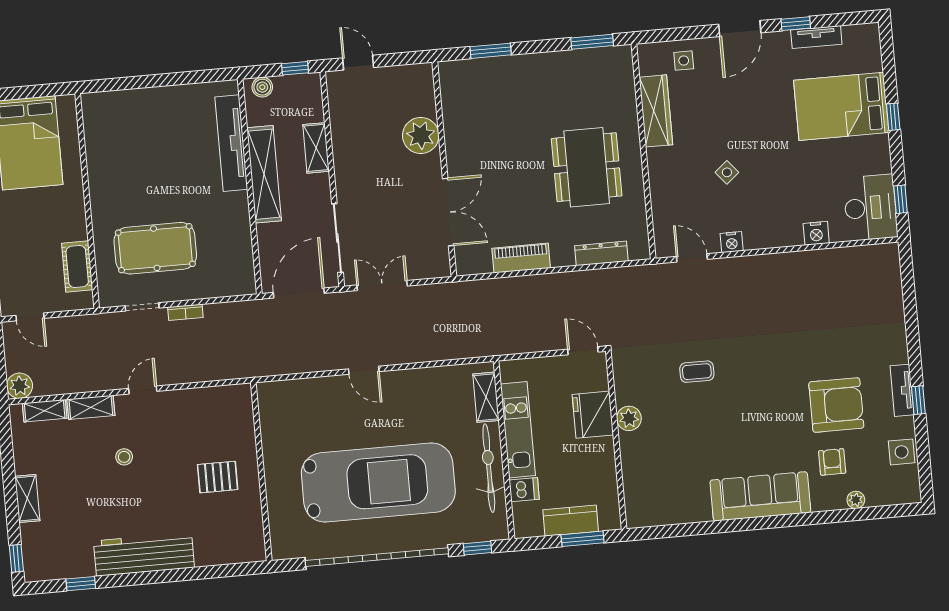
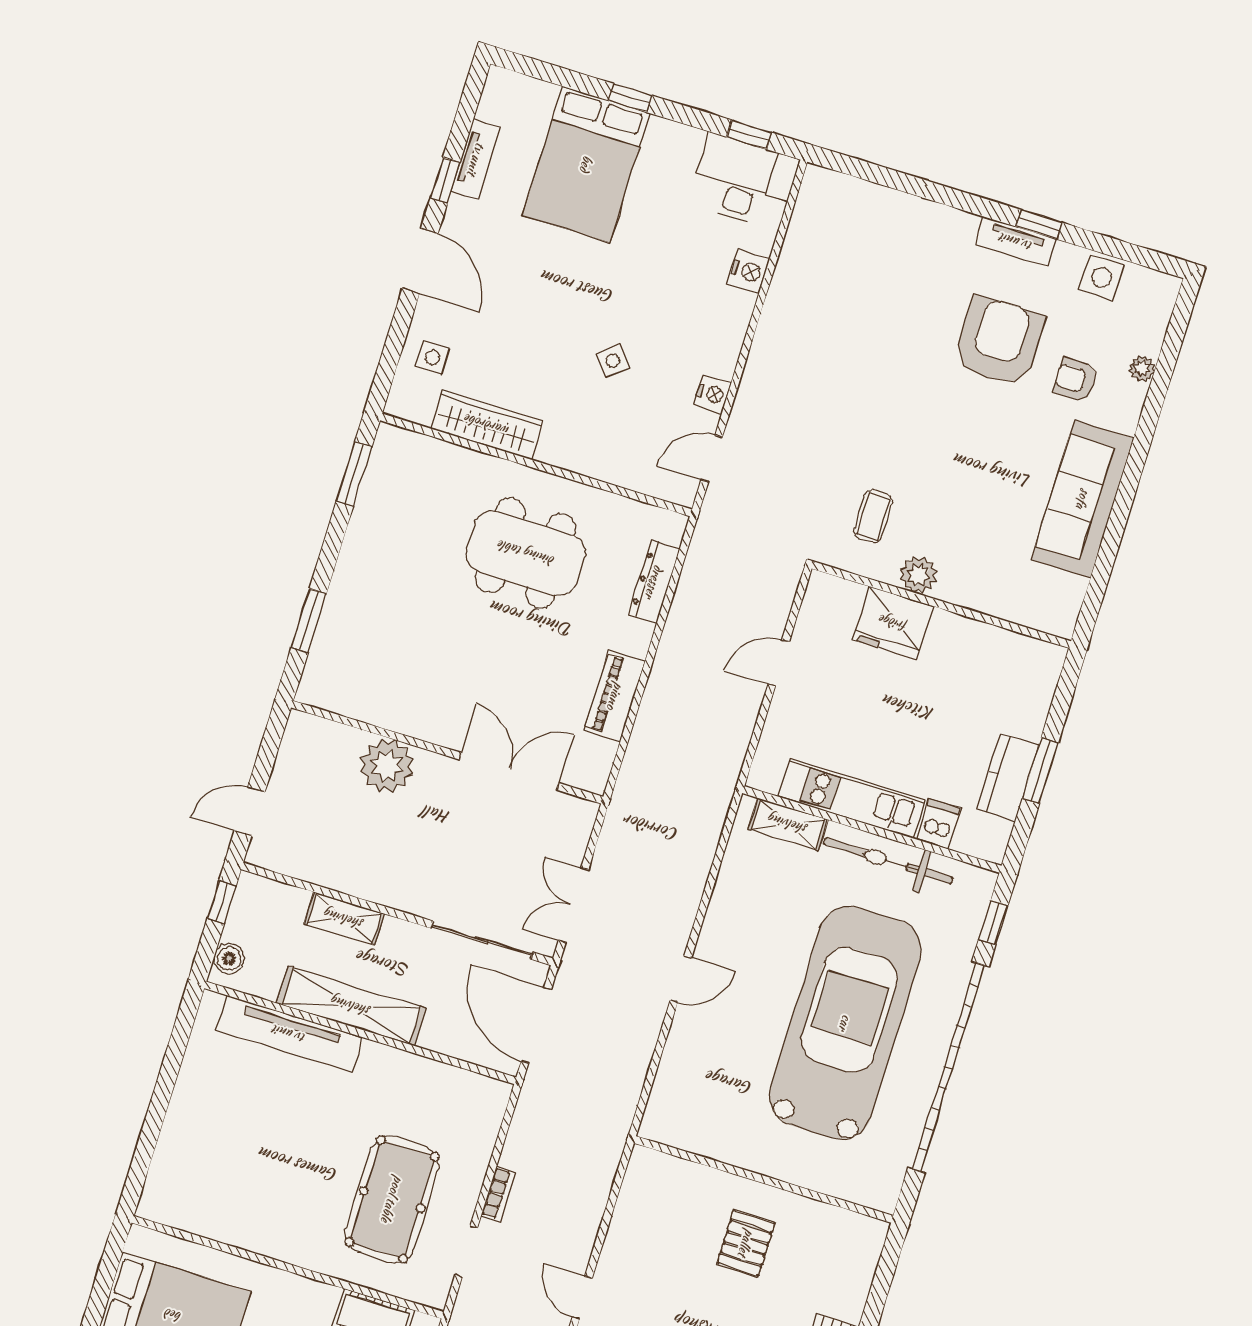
fridge: (593, 415) -> (893, 623), moved
plant: (629, 418) -> (918, 575), moved
wall: (616, 440) -> (941, 605), moved

